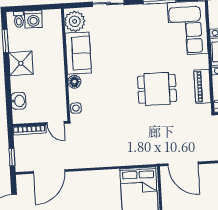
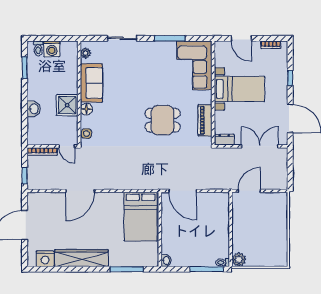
plant: (75, 21) -> (85, 53), width x0.53, depth x0.53
shower: (21, 63) -> (67, 105), moved
washbasin: (19, 101) -> (34, 109), moved
door: (49, 172) -> (80, 191), moved

